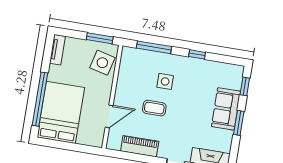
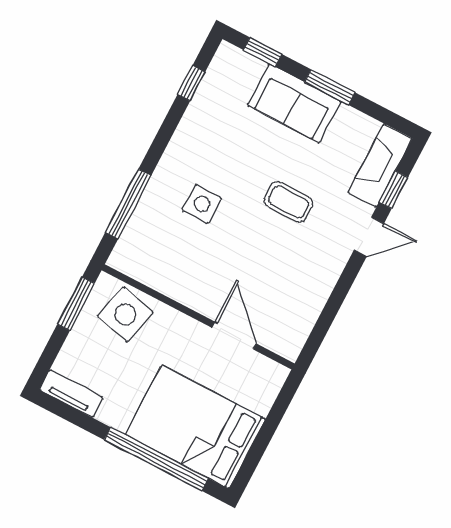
window: (197, 54) -> (191, 83), moved
coffee table: (154, 108) -> (288, 202), moved, turned 90
piano: (140, 146) -> (312, 295), removed

